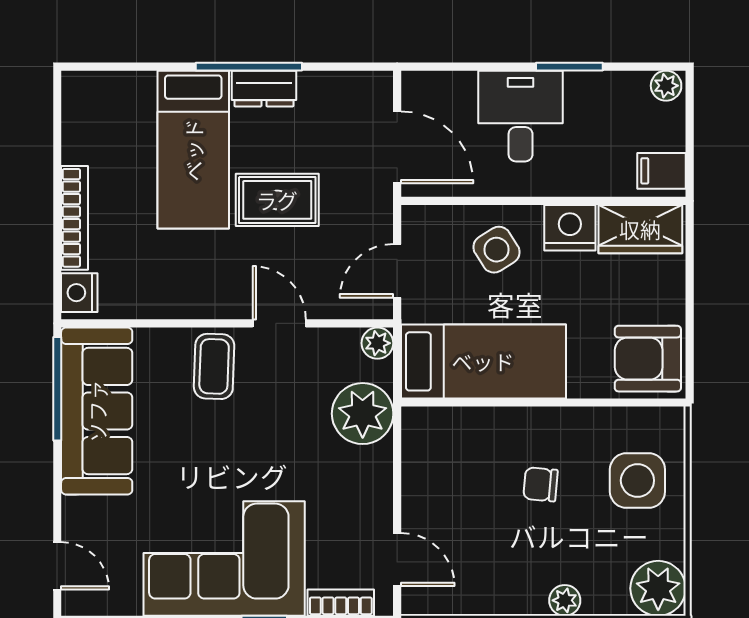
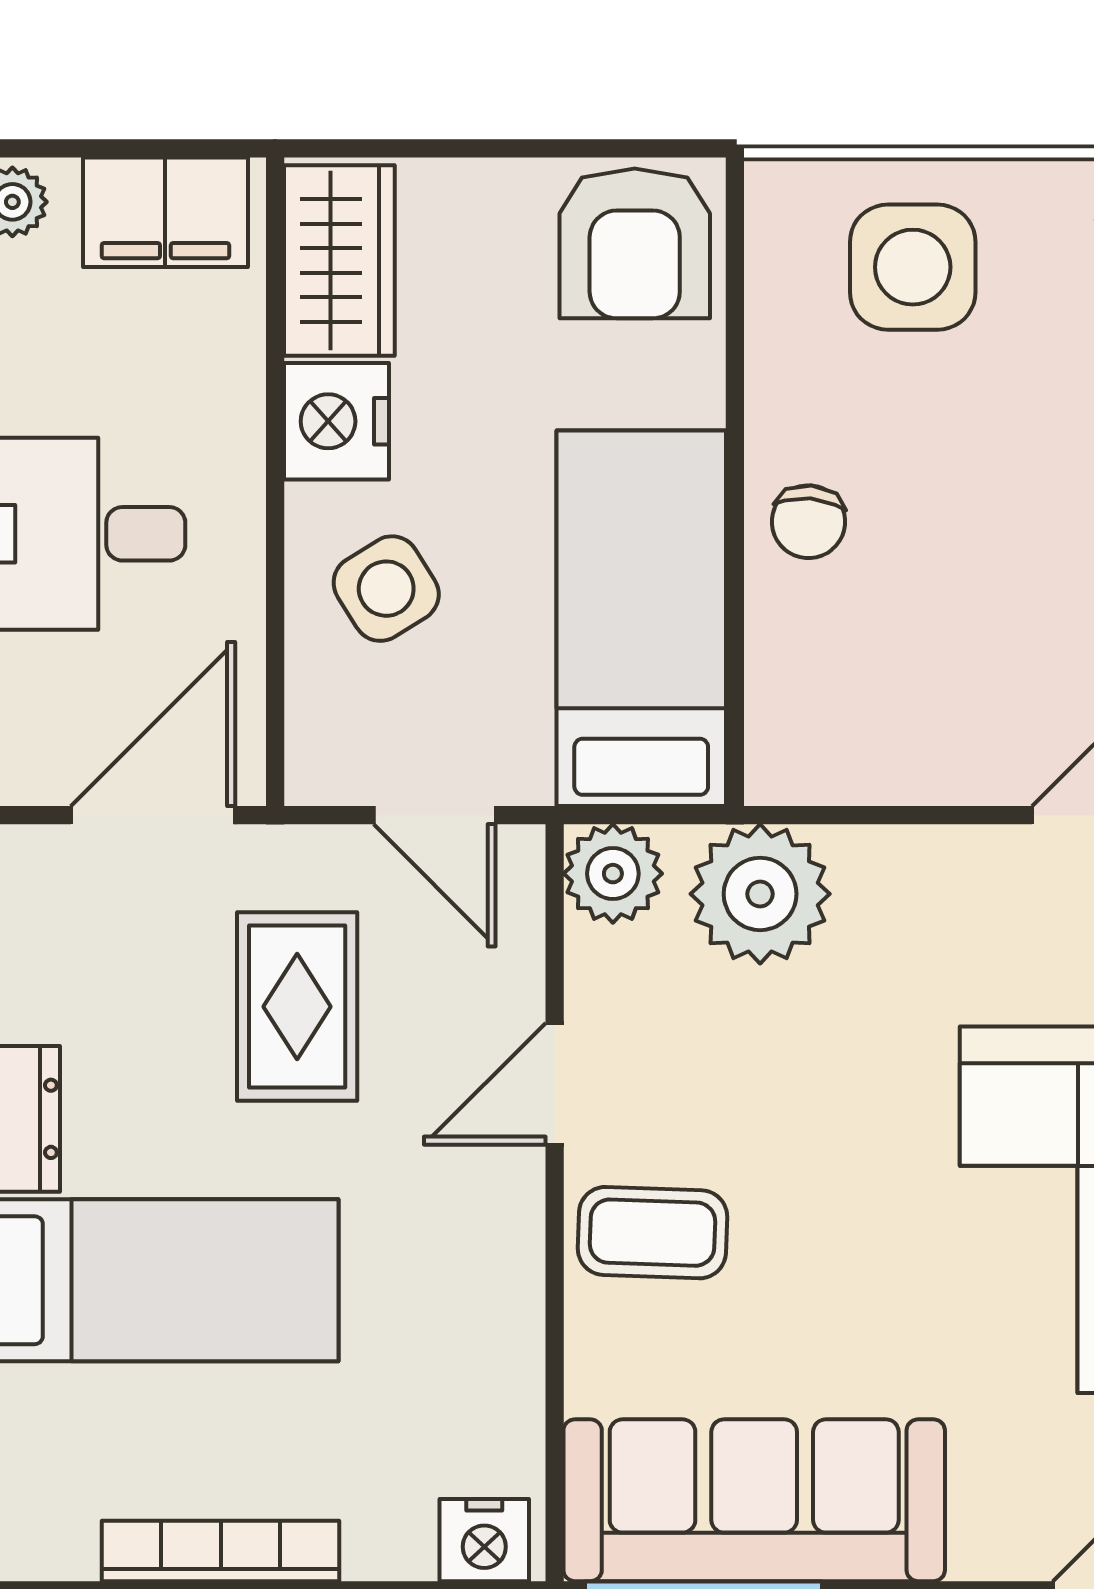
filing cabinet: (662, 171) -> (165, 212), width x2.00
rug: (277, 200) -> (297, 1007), moved
bookcase: (75, 218) -> (221, 1551), moved
plant: (377, 343) -> (613, 874), width x1.38, depth x1.38
chair: (541, 484) -> (808, 522), moved

